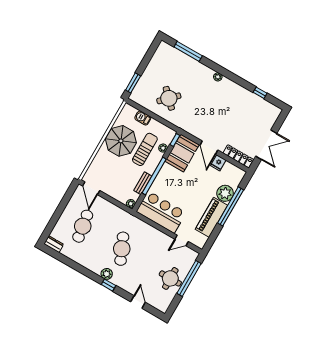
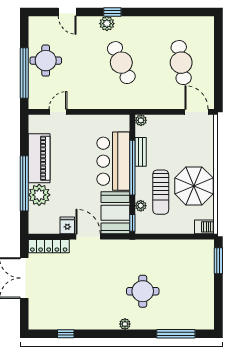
round table: (169, 98) -> (143, 291), moved, turned 45
barbecue: (143, 118) -> (204, 227), moved
bar counter: (161, 212) -> (113, 161), moved, turned 90
dresser: (54, 244) -> (203, 23), removed
plant: (107, 274) -> (107, 24), moved

